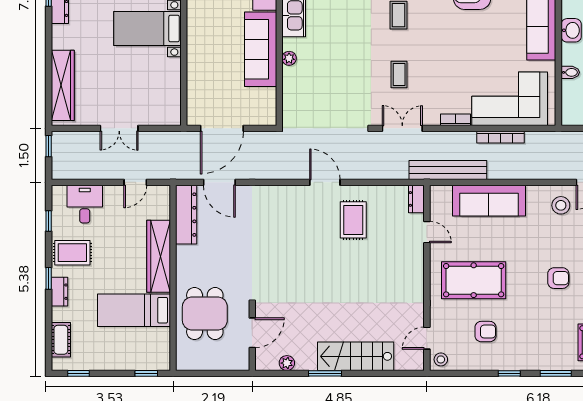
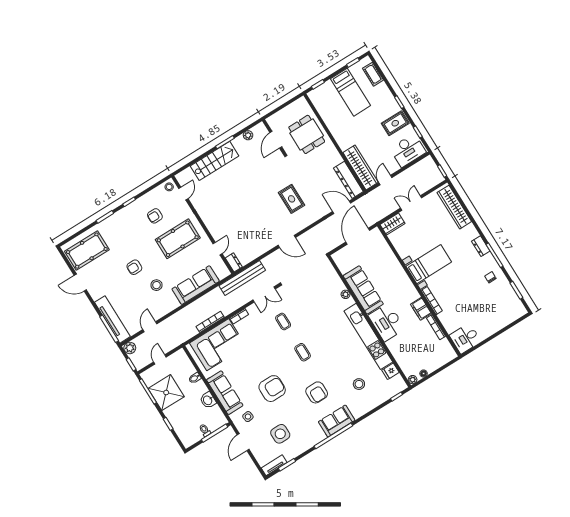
wardrobe: (163, 115) -> (392, 224), added
bench: (448, 170) -> (242, 278), moved
desk: (85, 204) -> (408, 150), width x1.37
stool: (561, 205) -> (156, 285), moved
rug: (353, 220) -> (292, 199), moved
door: (427, 232) -> (218, 249), swing flipped
wardrobe: (159, 256) -> (361, 167), moved
dresser: (60, 292) -> (389, 99), removed
bed: (134, 310) -> (351, 92), moved, turned 90

